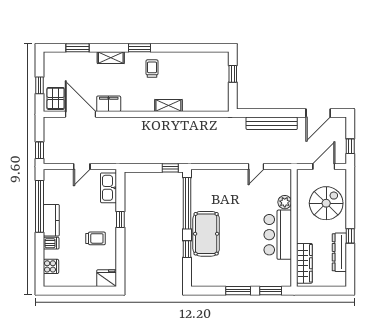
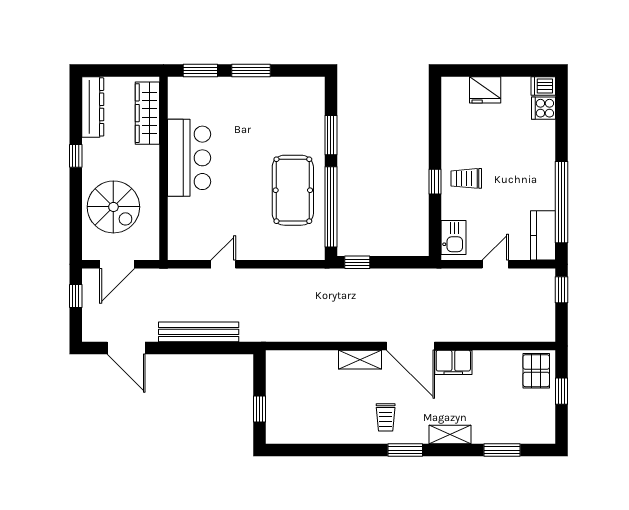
door: (318, 113) -> (126, 348), swing flipped
door: (81, 114) -> (411, 346), moved
kitchen sink: (109, 188) -> (453, 237), width x0.73
plant: (285, 202) -> (178, 209), removed
spiral stairs: (326, 203) -> (113, 207), turned -90
kitchen counter: (51, 220) -> (543, 235), moved
pool table: (206, 234) -> (293, 190), moved
trolley: (96, 238) -> (466, 178), moved
dishwasher: (51, 243) -> (543, 86), moved
window: (187, 249) -> (331, 135), width x1.50
dresser: (339, 252) -> (93, 107), moved
fridge: (107, 278) -> (485, 90), moved

